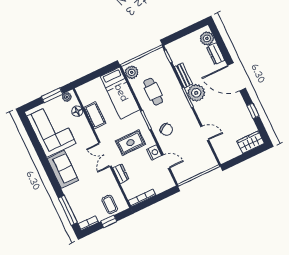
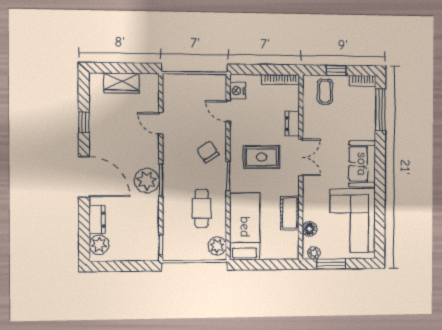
bench: (183, 75) -> (153, 211), removed
wardrobe: (251, 142) -> (122, 83), moved
nightstand: (154, 152) -> (238, 91), moved

